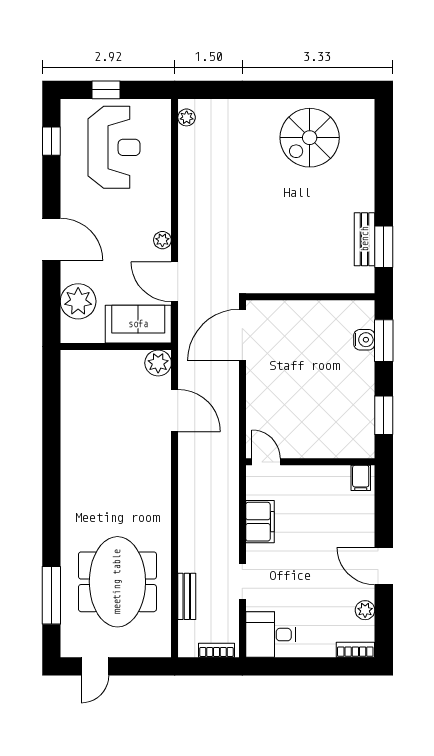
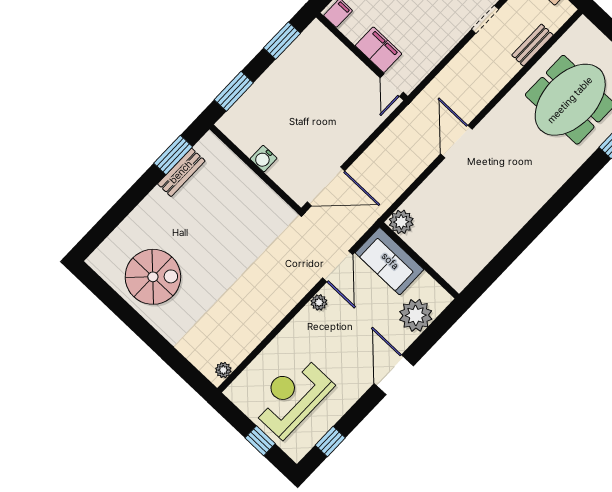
water cooler: (364, 340) -> (264, 159), moved, turned -90
door: (175, 410) -> (456, 142), moved
filing cabinet: (260, 522) -> (379, 50), moved, turned 90

